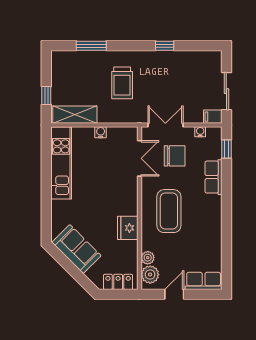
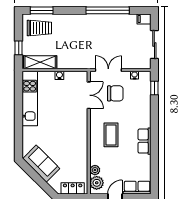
window: (91, 46) -> (42, 10), moved
window: (165, 46) -> (108, 10), width x3.17
trolley: (122, 83) -> (39, 28), moved, turned -90
filing cabinet: (213, 117) -> (144, 19), moved
row of seats: (213, 177) -> (145, 141), moved
coffee table: (169, 211) -> (111, 135), width x0.73, depth x0.76
fridge: (128, 228) -> (80, 148), removed

